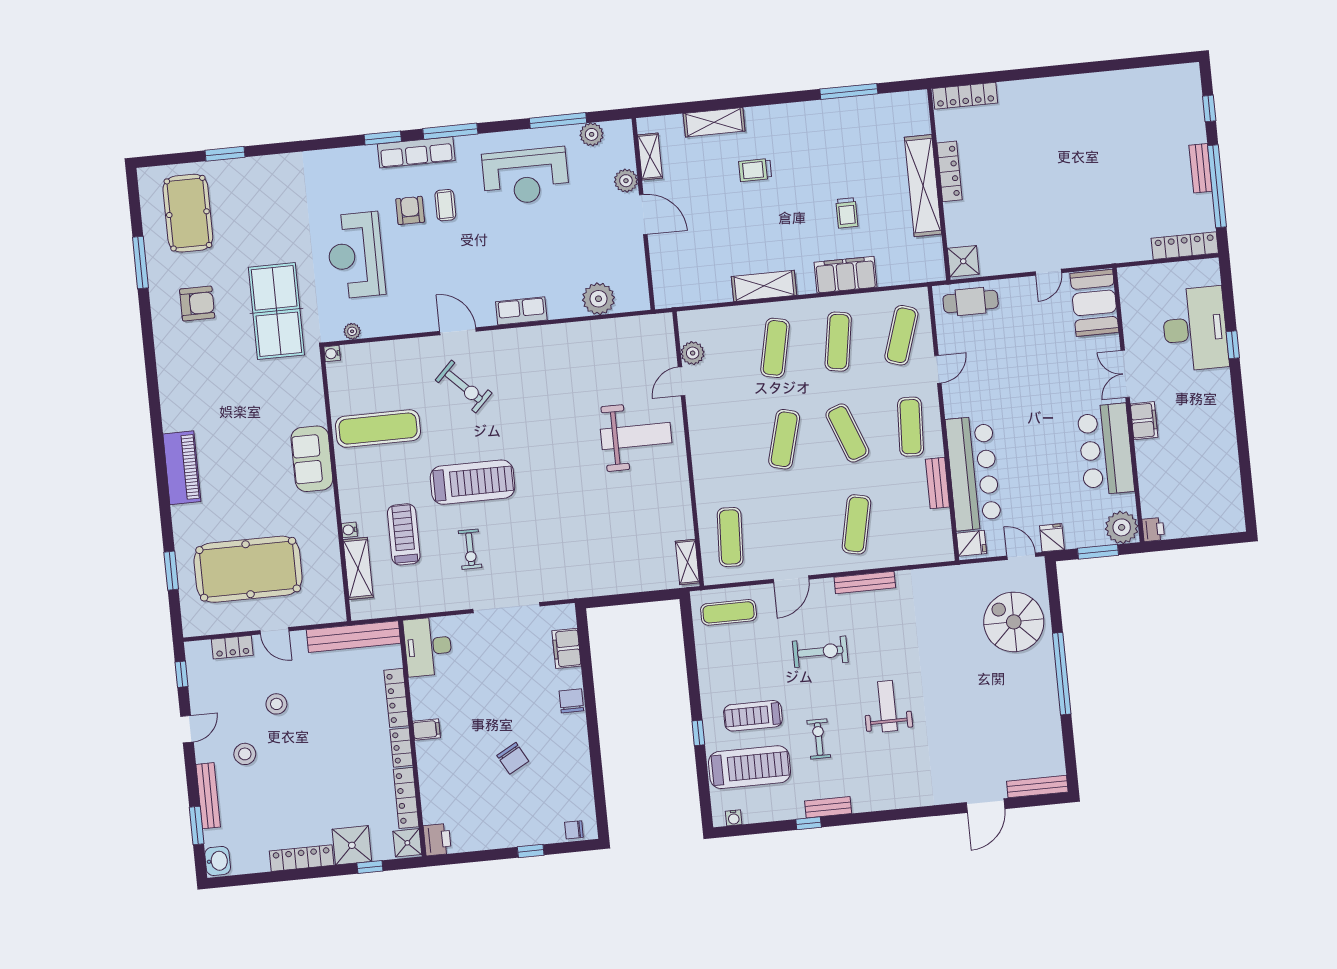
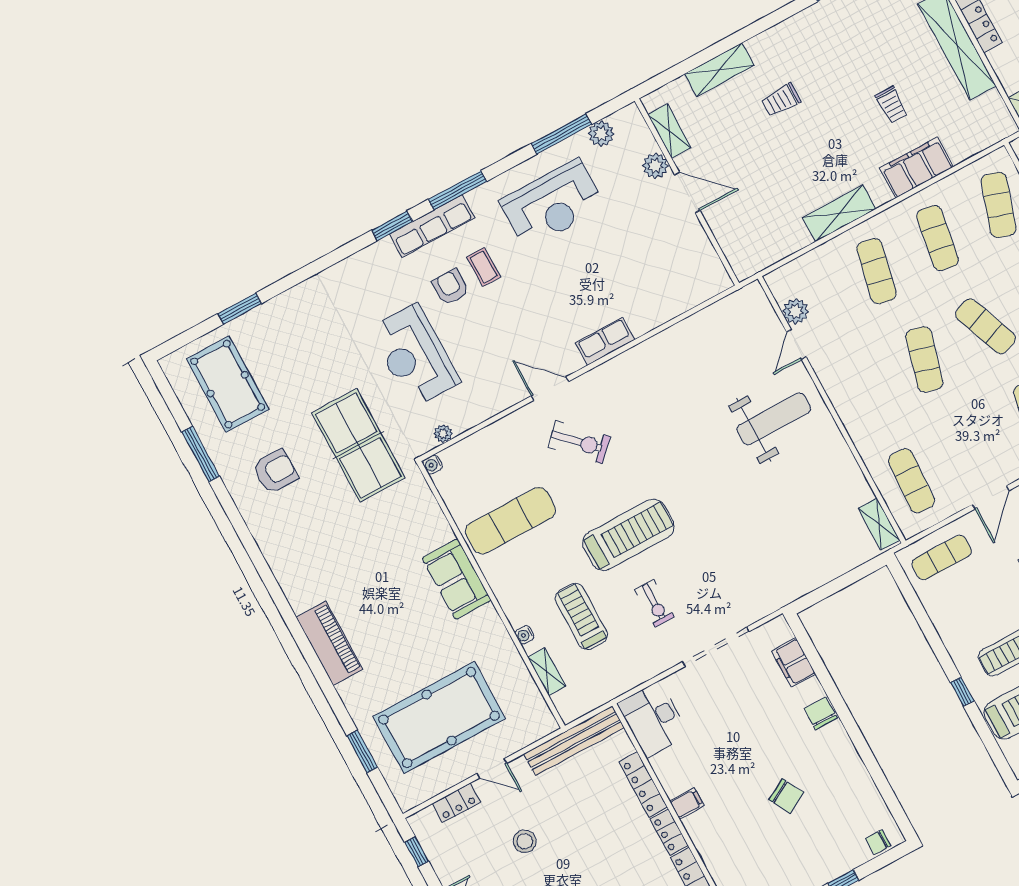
plant: (598, 299) -> (678, 296), removed
shelving: (358, 568) -> (547, 672), width x0.67, depth x0.75

